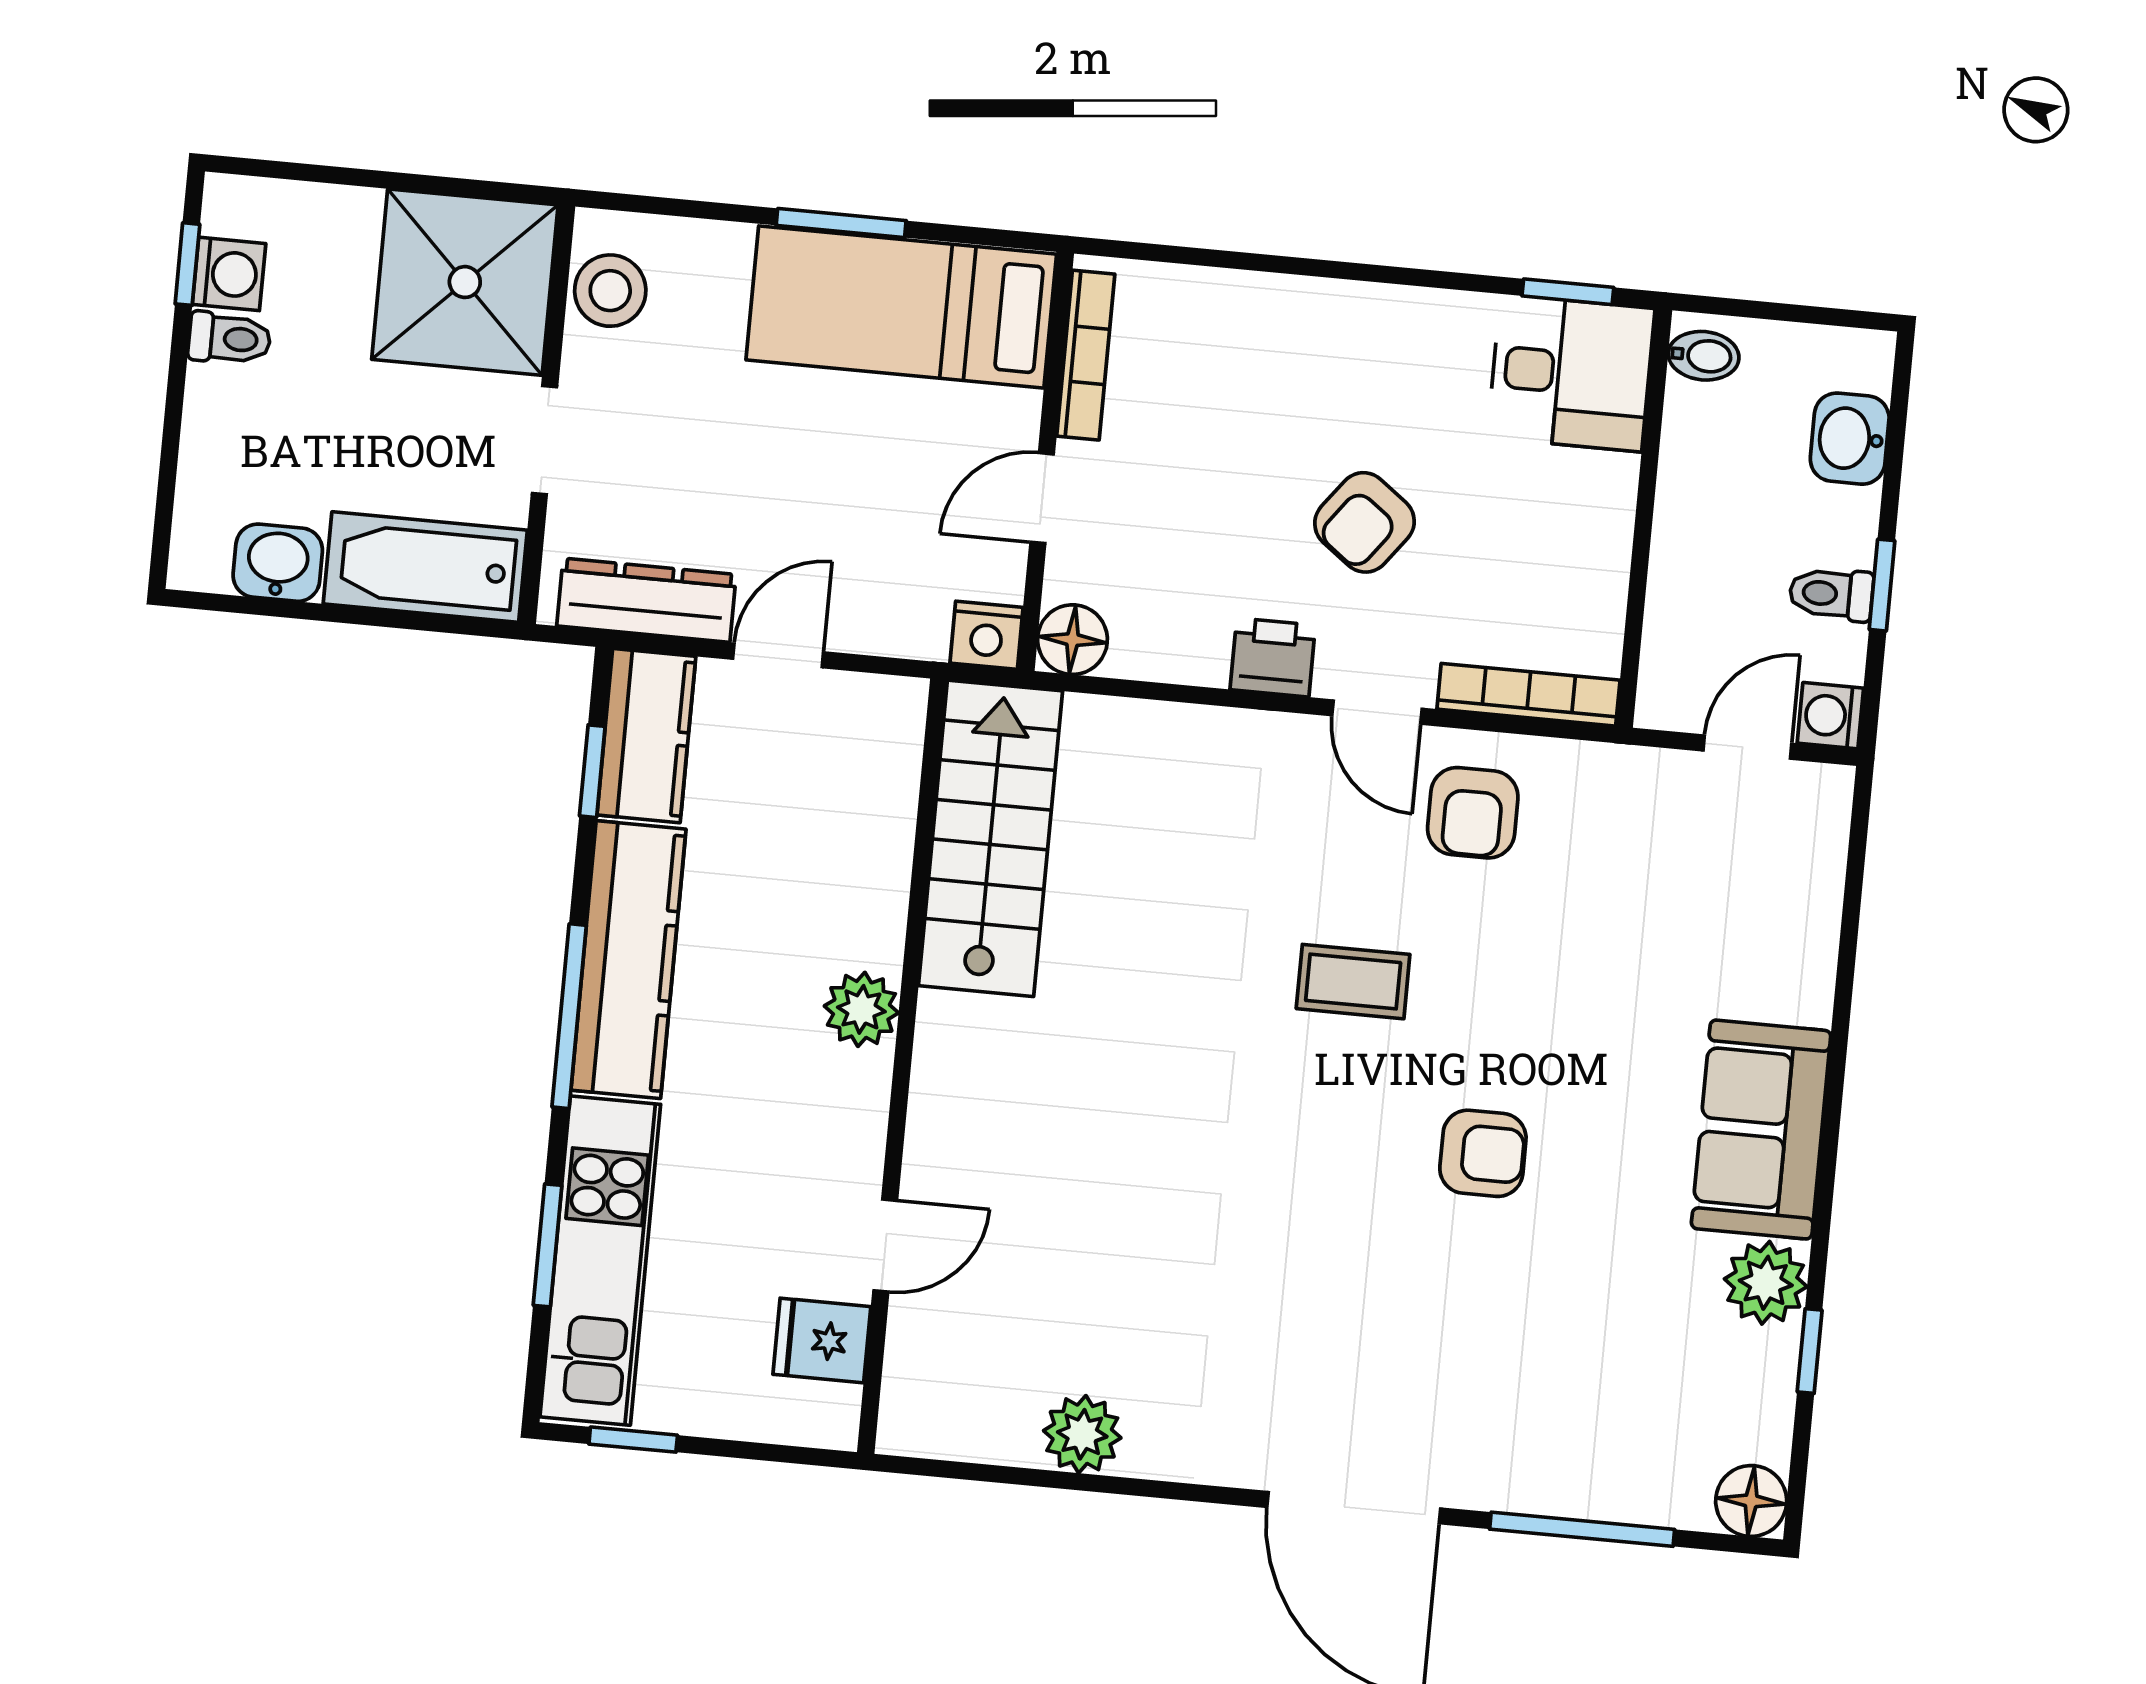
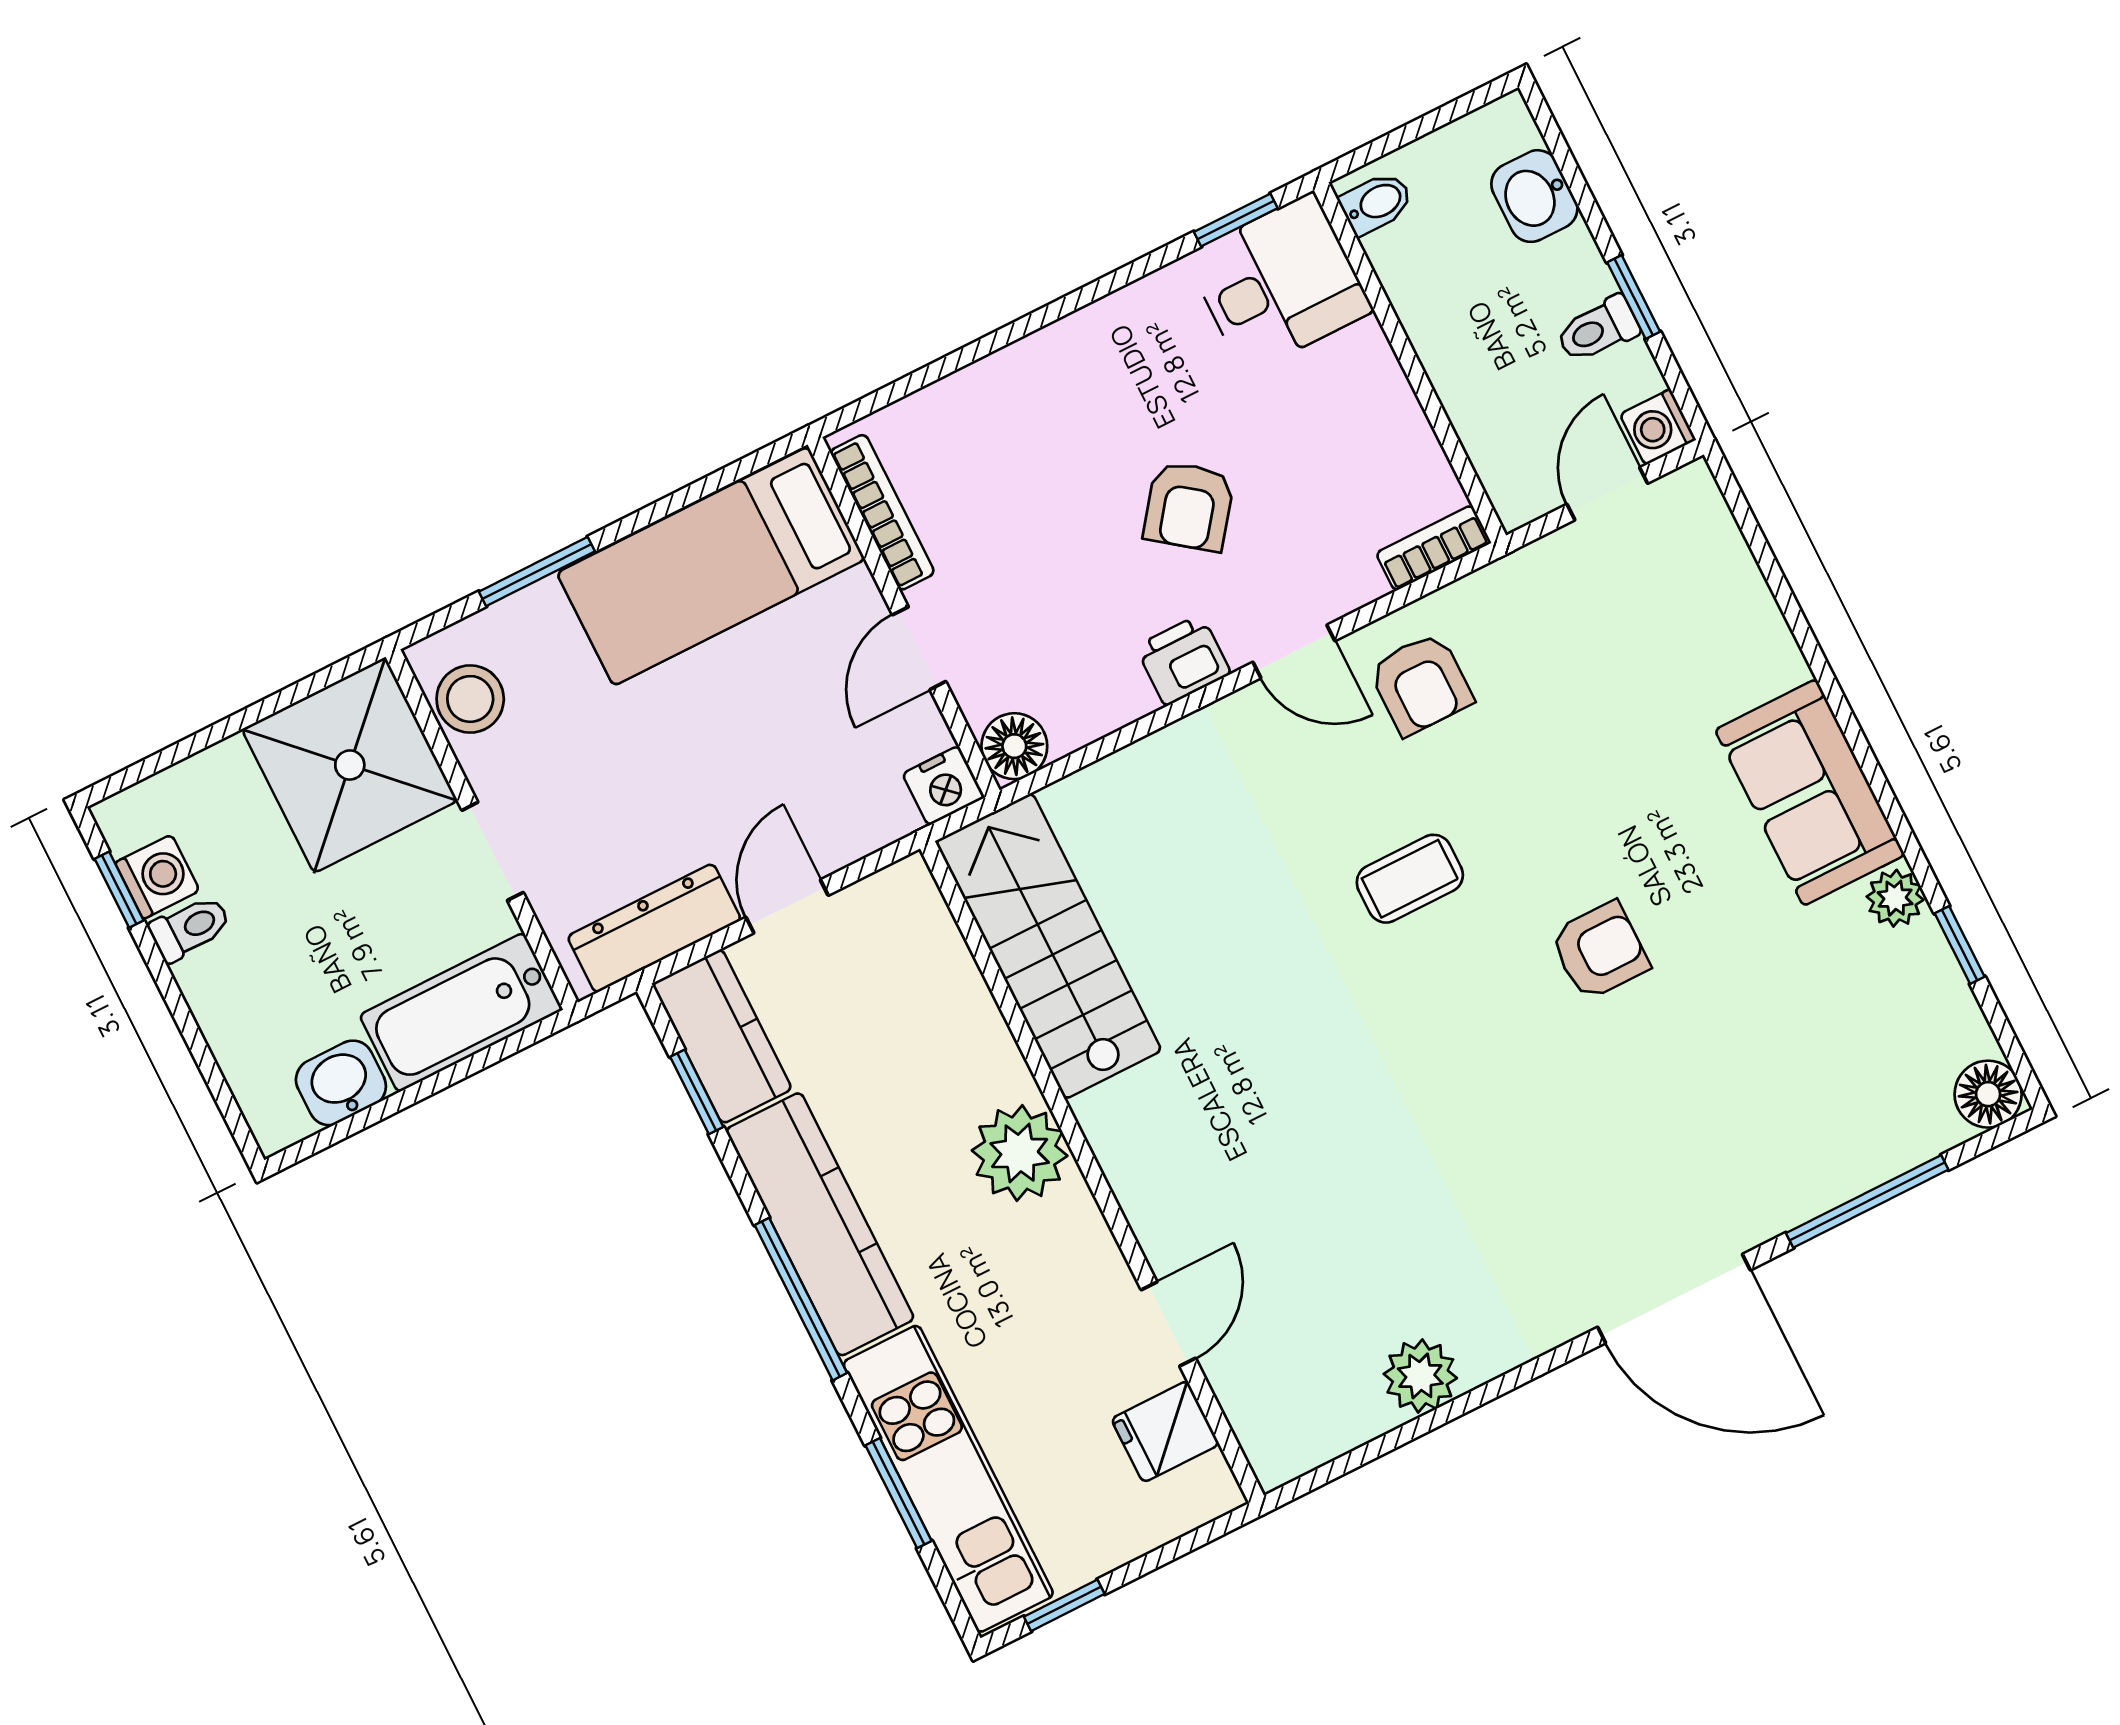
window: (841, 223) -> (537, 571), moved
bookcase: (1528, 695) -> (1433, 548), width x0.64
plant: (861, 1009) -> (1020, 1153), width x1.36, depth x1.36
plant: (1766, 1283) -> (1895, 898), width x0.73, depth x0.73

